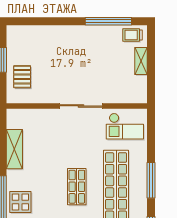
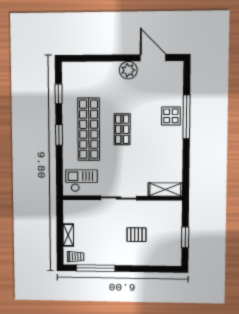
pallet: (22, 77) -> (137, 235), moved, turned 90
shelving: (14, 149) -> (165, 189), moved, turned 90
window: (151, 180) -> (59, 135), width x0.69

